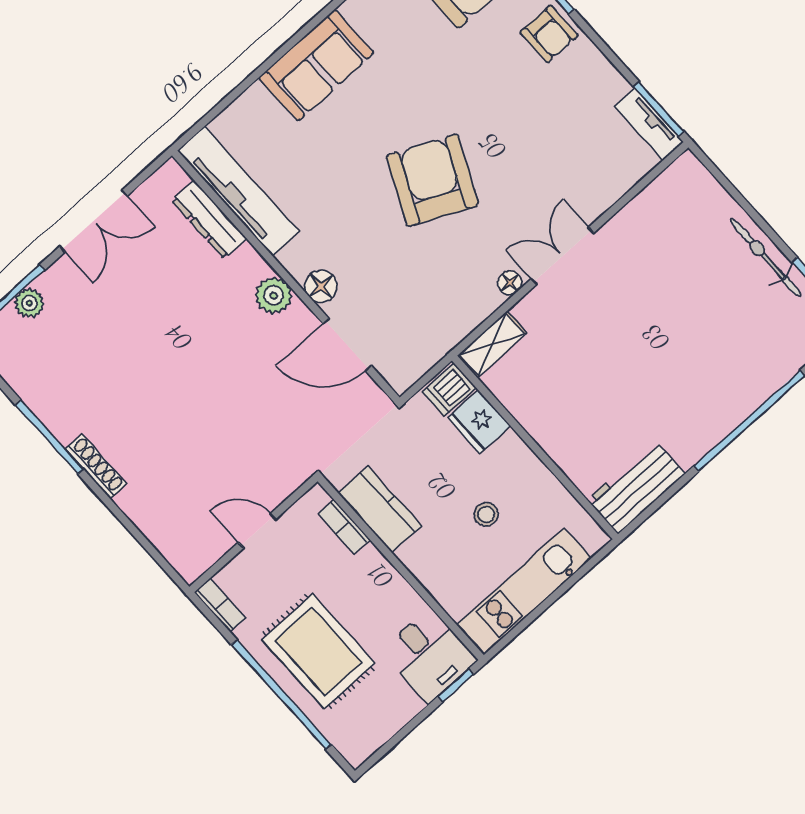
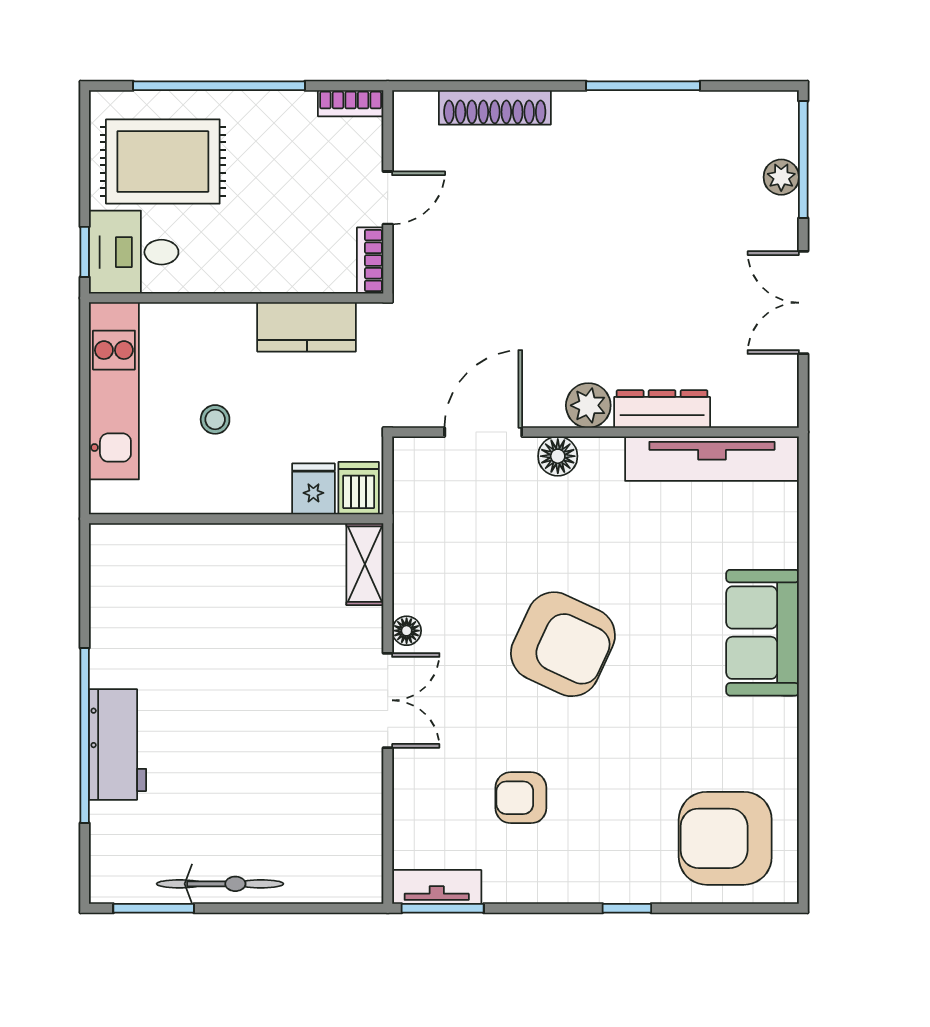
armchair: (549, 34) -> (521, 798), moved
dresser: (209, 220) -> (662, 409), moved
fridge: (479, 422) -> (313, 489), width x0.72
shoe rack: (96, 466) -> (495, 107), moved, width x1.36, depth x1.24
workbench: (636, 487) -> (118, 744), moved
bookcase: (344, 527) -> (370, 260), moved, turned -90
rug: (318, 651) -> (163, 162), moved

